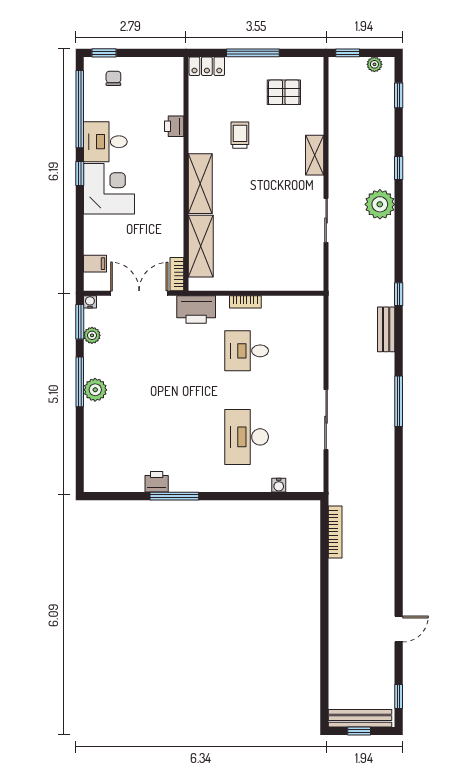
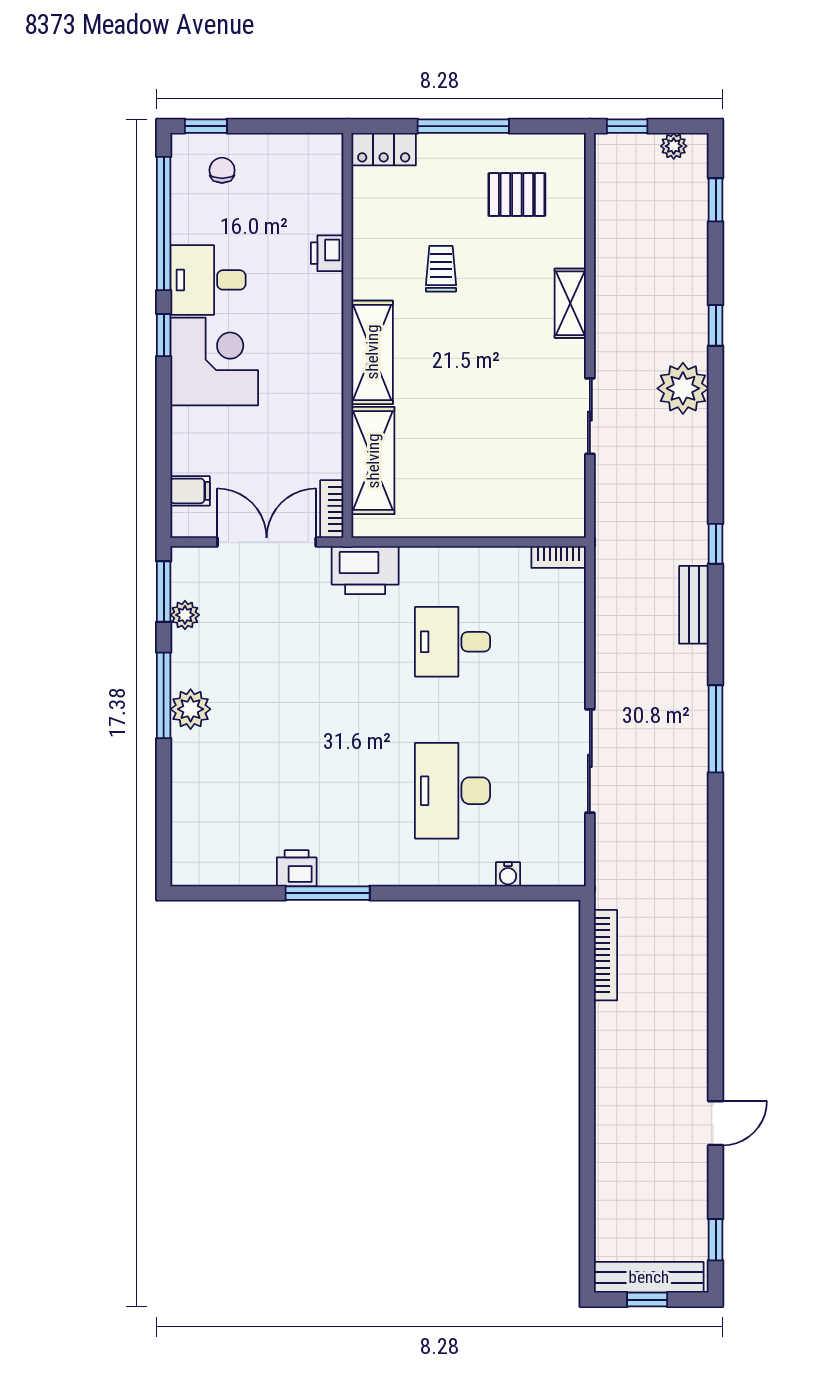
water cooler: (90, 302) -> (181, 557), removed
bookcase: (245, 302) -> (559, 557), moved

